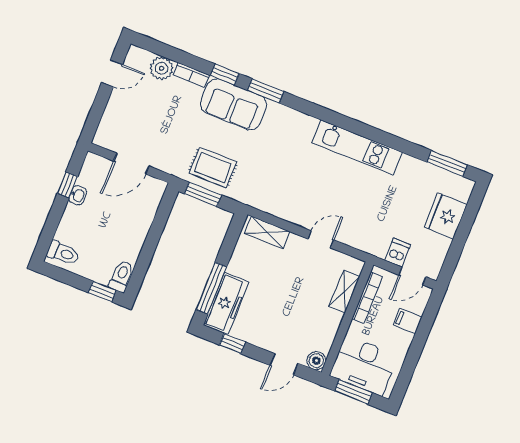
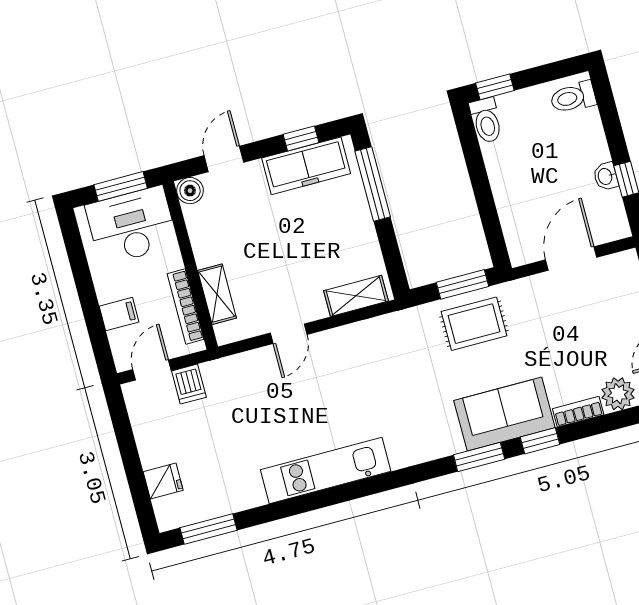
fridge: (446, 216) -> (163, 481), width x0.53, depth x0.75
freezer: (226, 304) -> (306, 166), moved, turned -90

